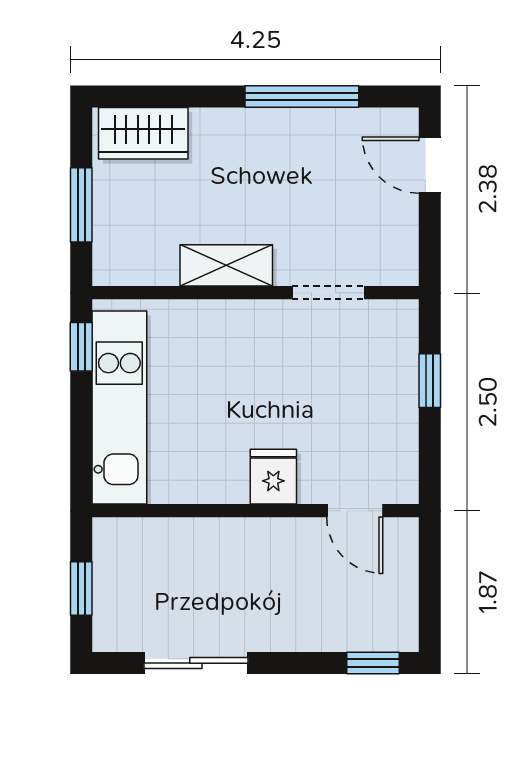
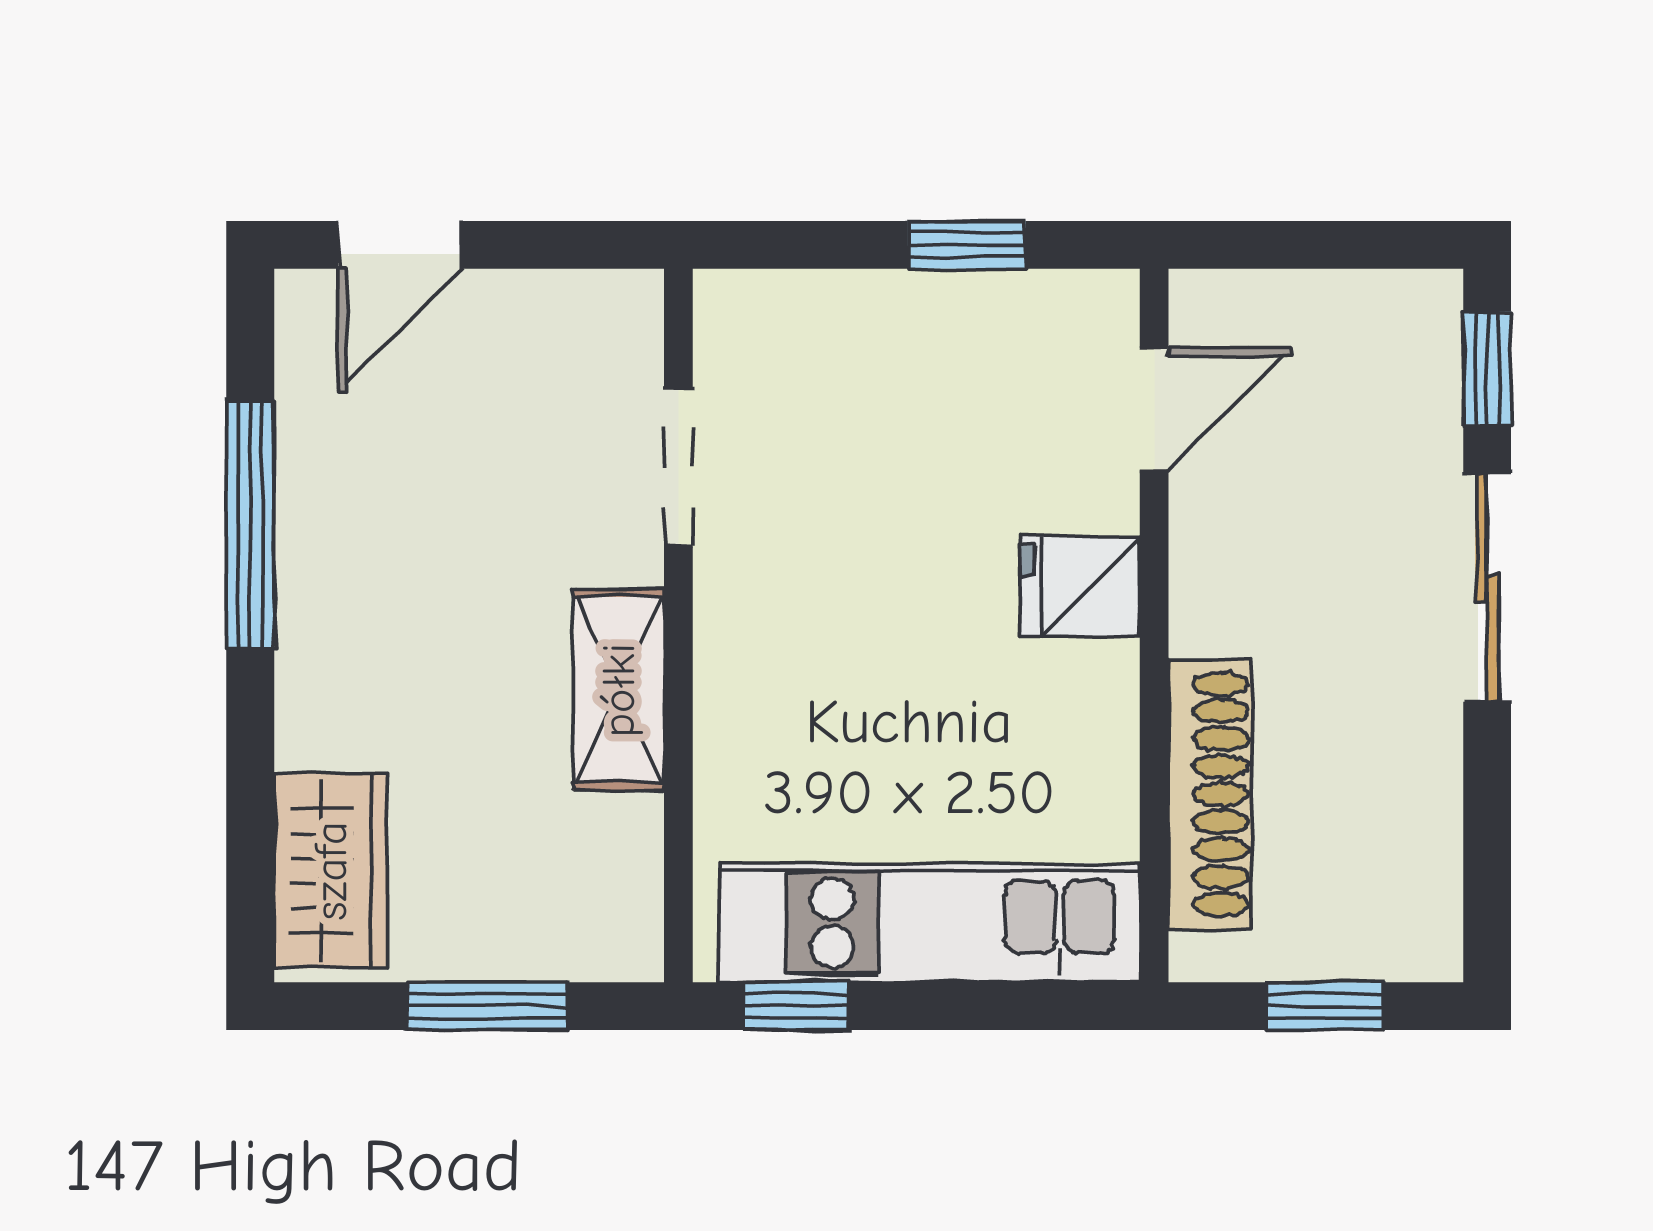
window: (430, 381) -> (967, 245), moved
shoe rack: (178, 536) -> (1210, 794), added
sliding door: (196, 663) -> (1487, 588), moved

